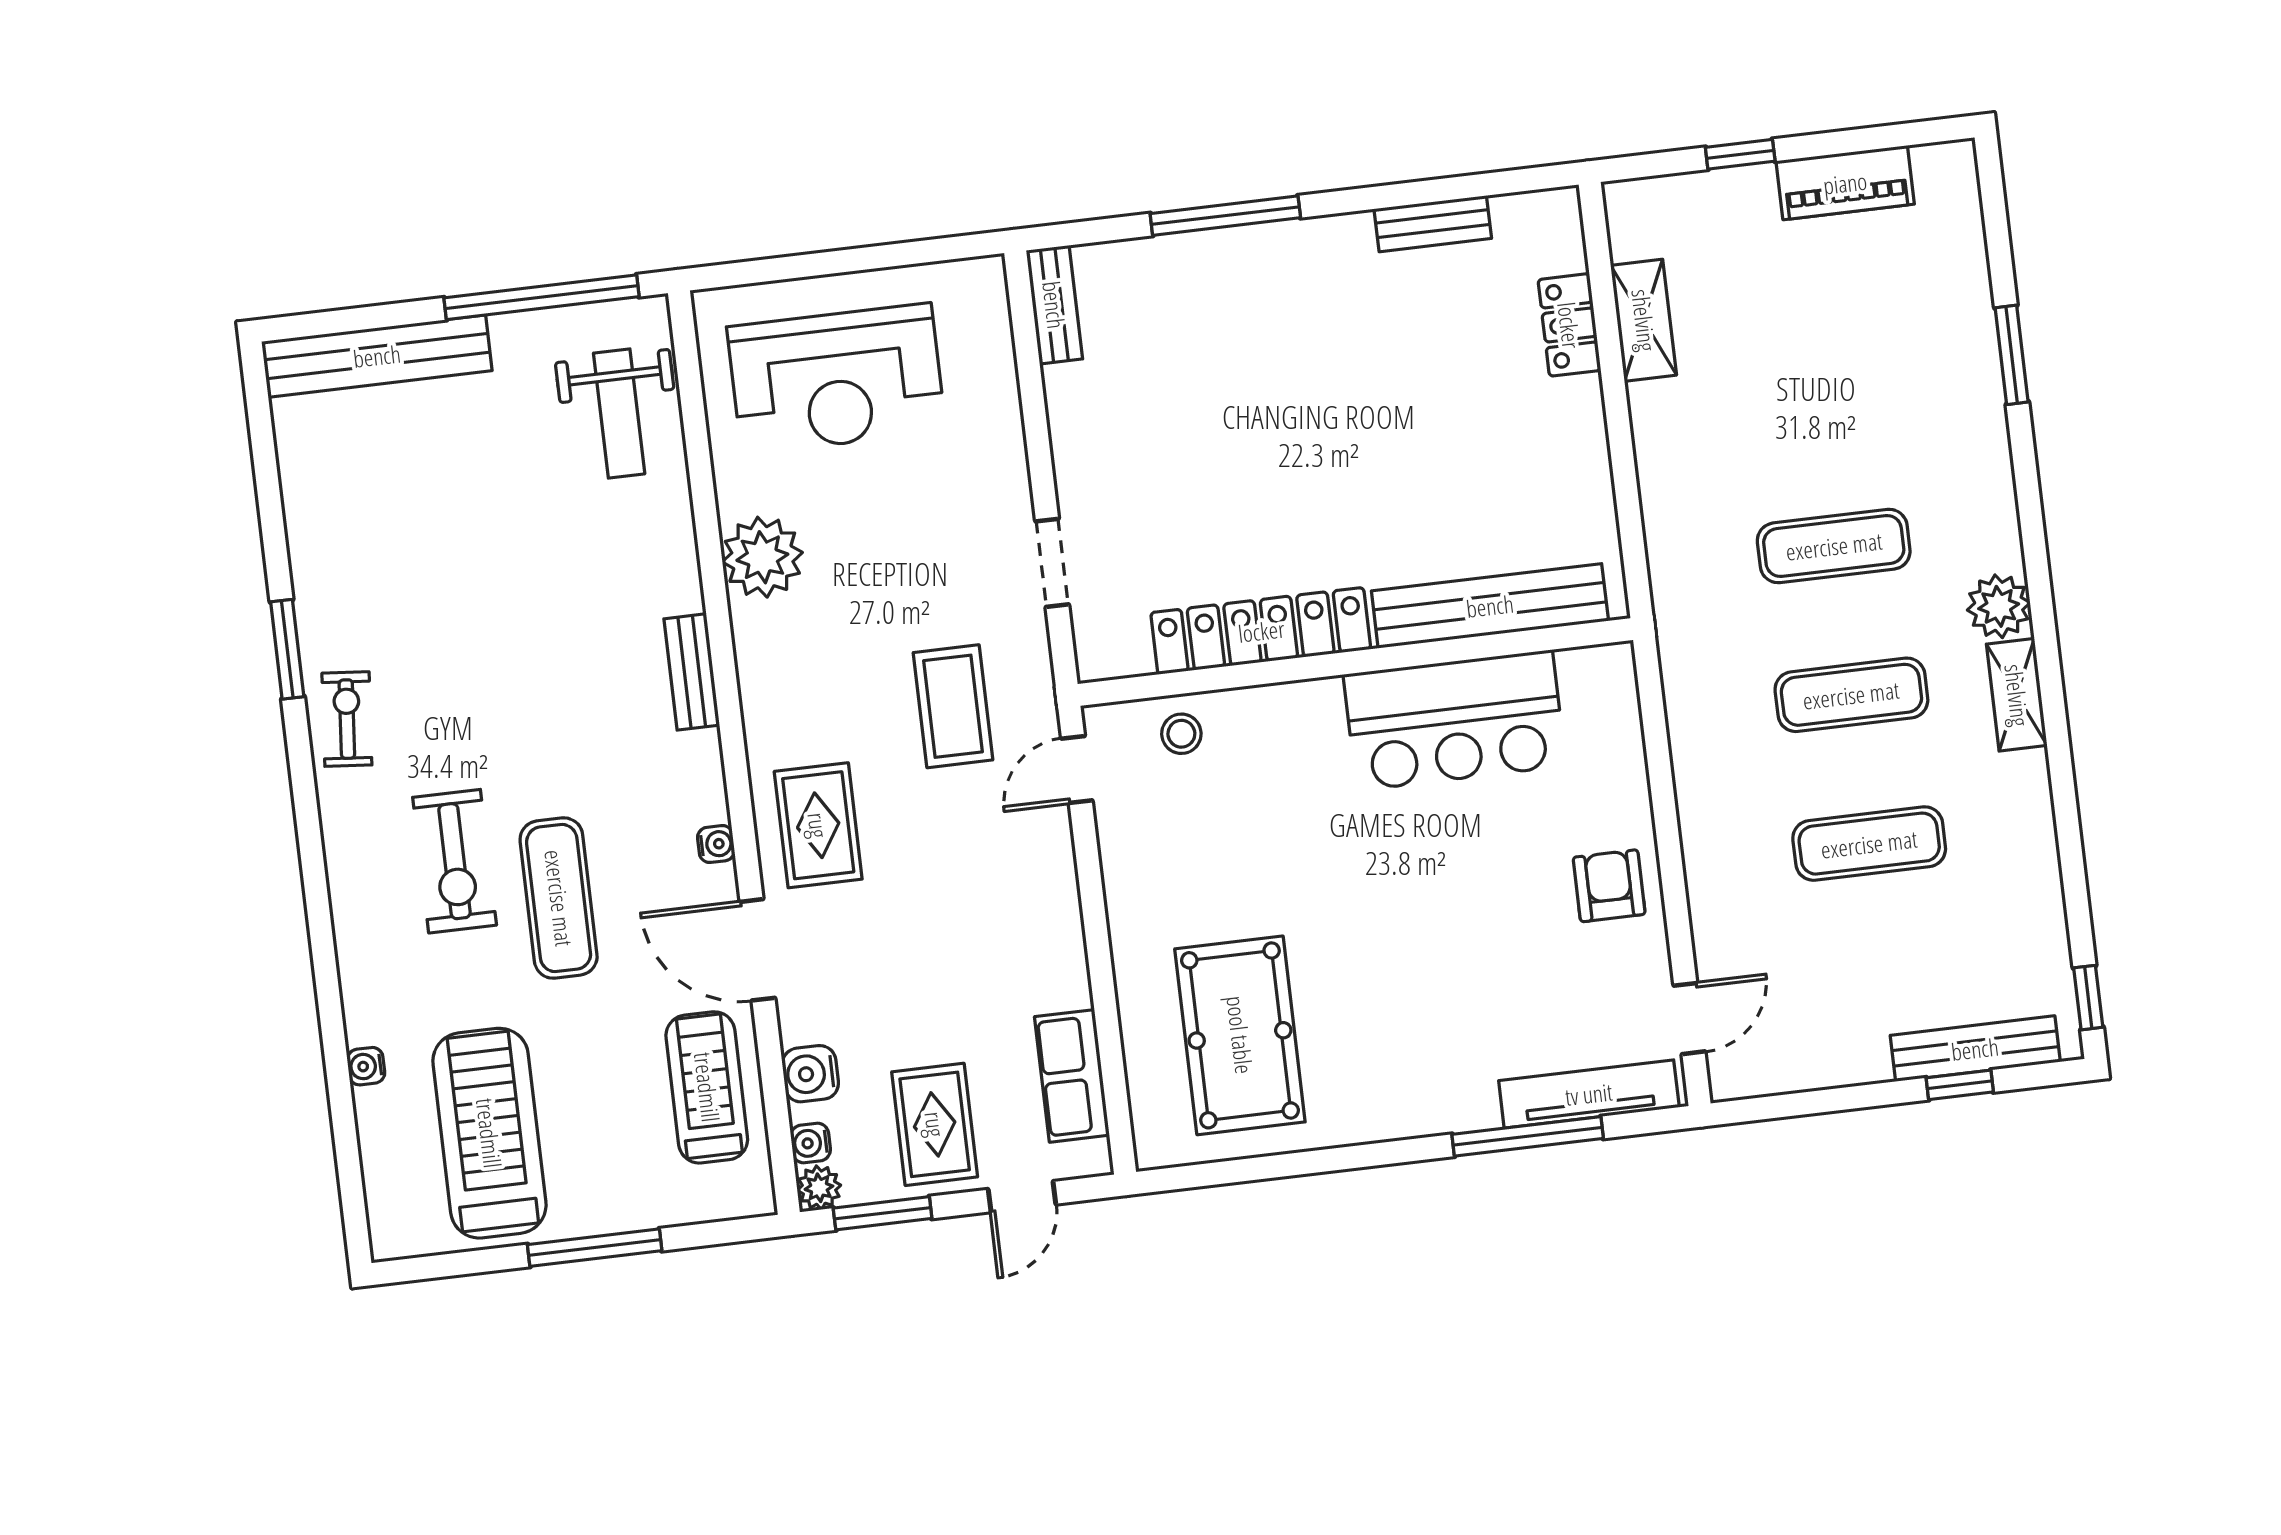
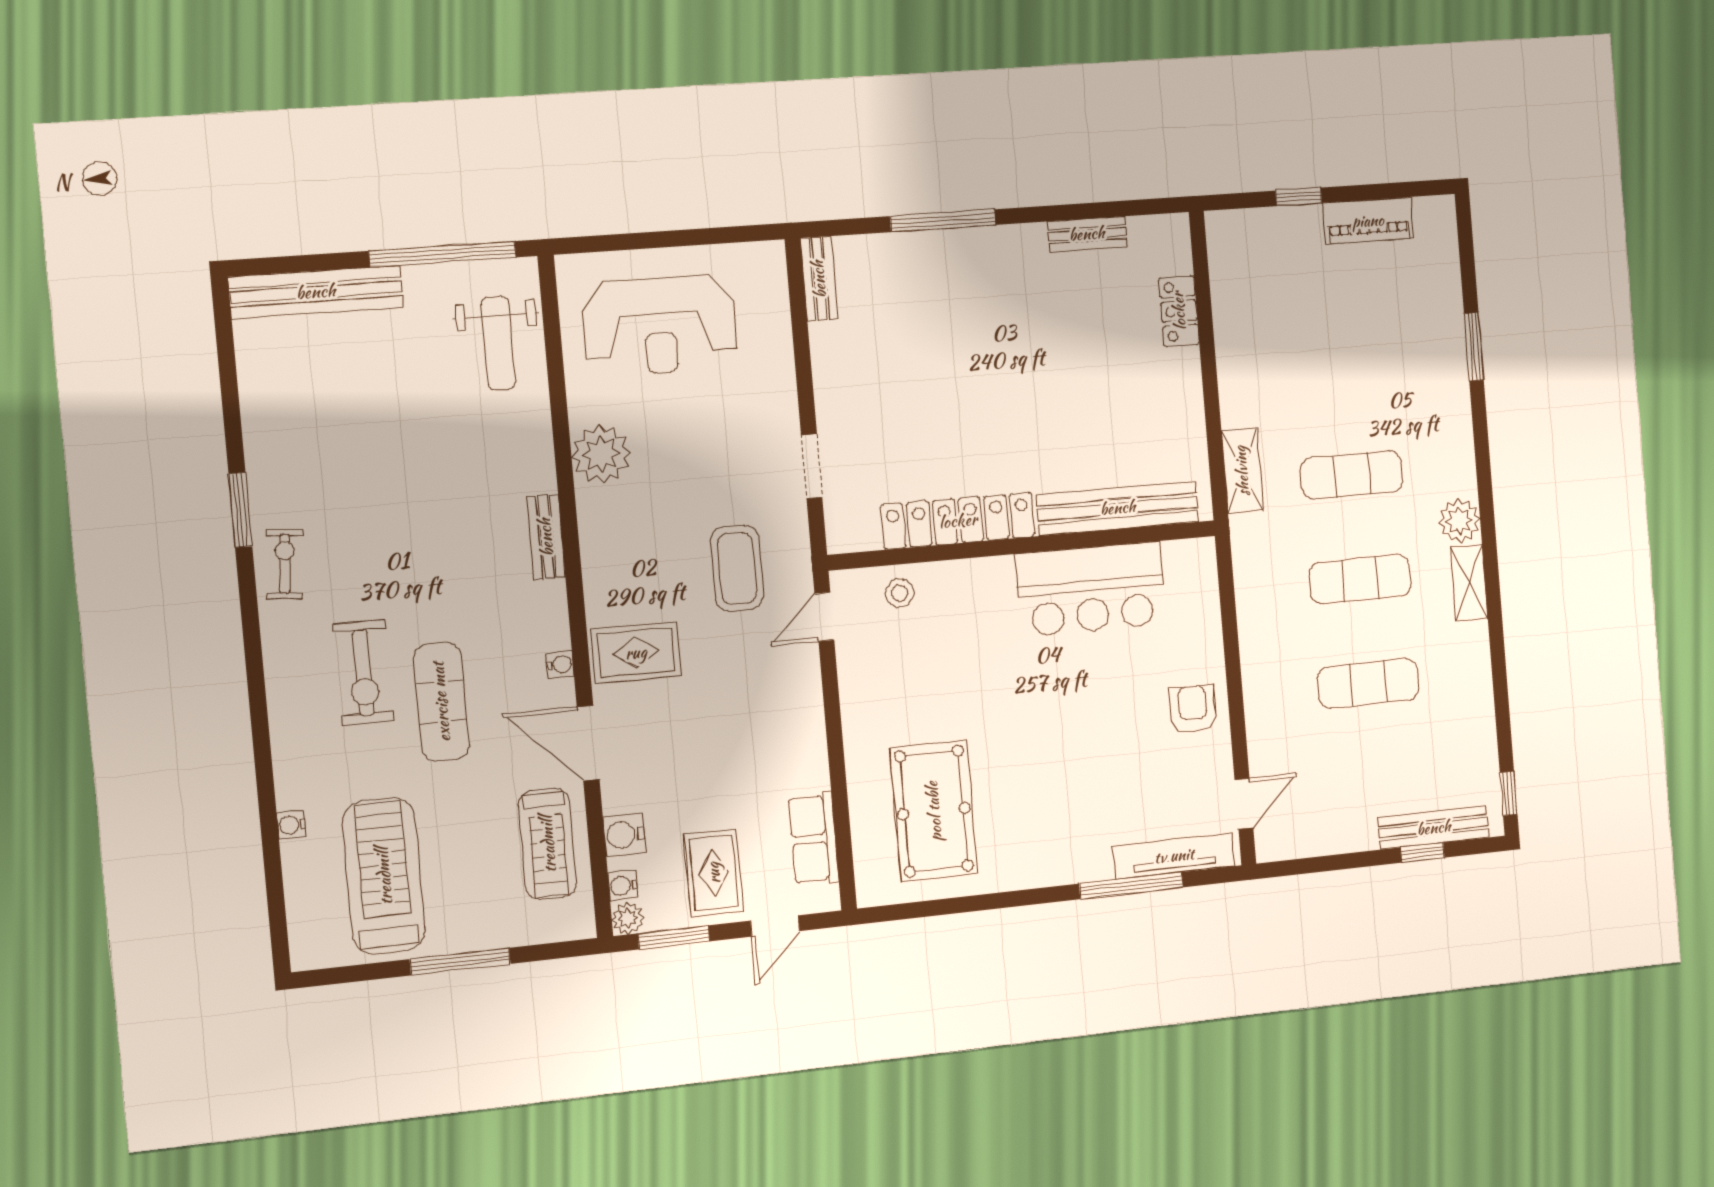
shelving: (1644, 320) -> (1242, 471), moved
rug: (818, 825) -> (636, 653), turned 90
treadmill: (707, 1087) -> (548, 844), turned 180

